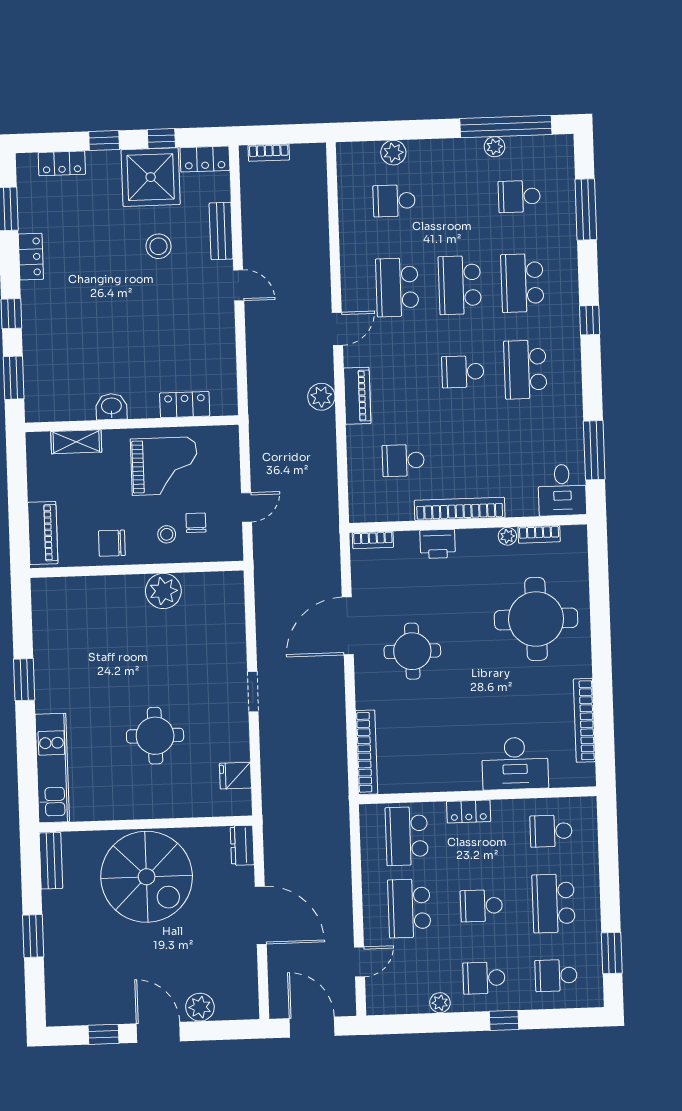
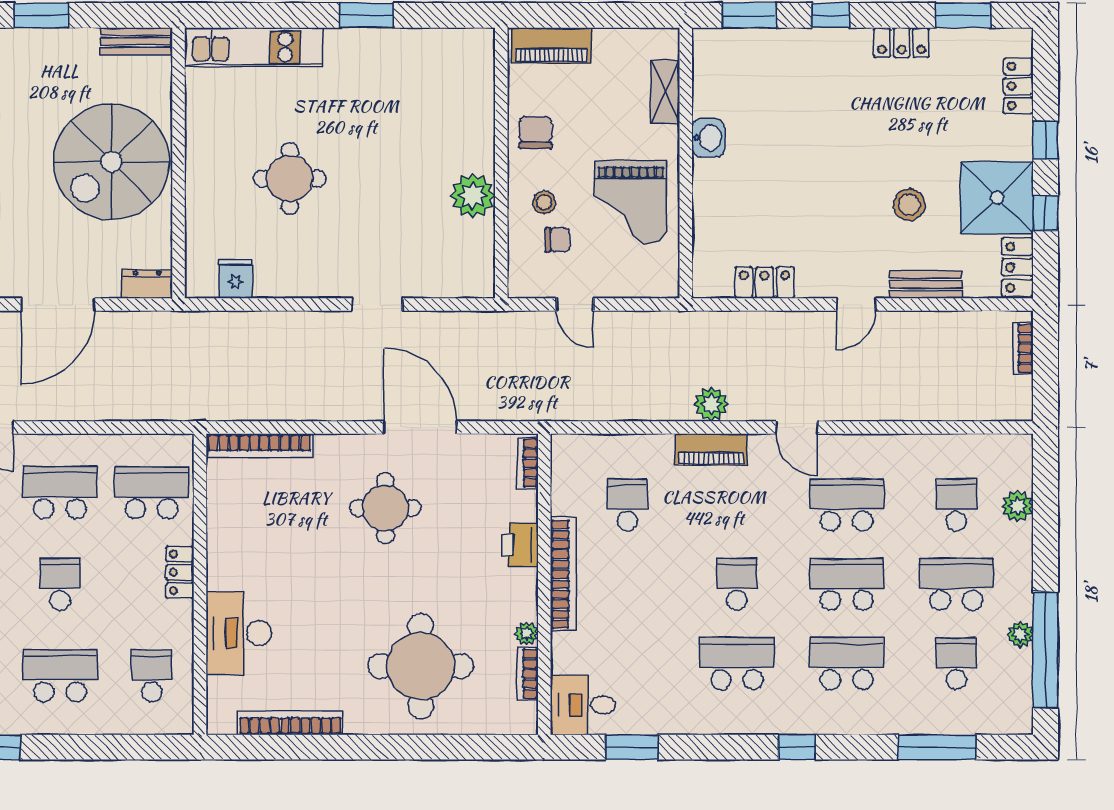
school desk: (457, 199) -> (956, 584), added
locker: (185, 405) -> (765, 283), moved, turned -90
window: (594, 450) -> (632, 747), width x0.69
doorway: (253, 692) -> (377, 304), moved

